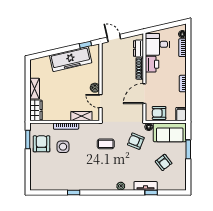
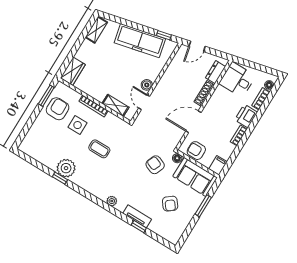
door: (114, 38) -> (197, 46), swing flipped
printer: (152, 64) -> (246, 116), moved, turned 180
shelving: (35, 89) -> (96, 30), moved
coffee table: (106, 144) -> (99, 149), moved
plant: (74, 183) -> (66, 168), added

